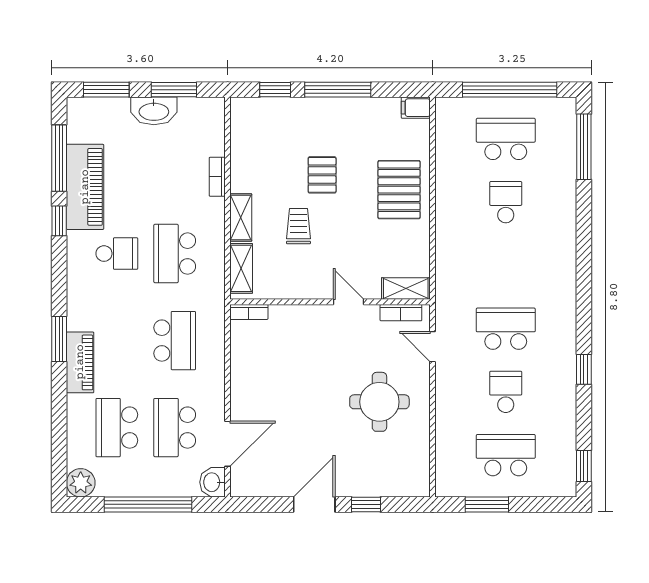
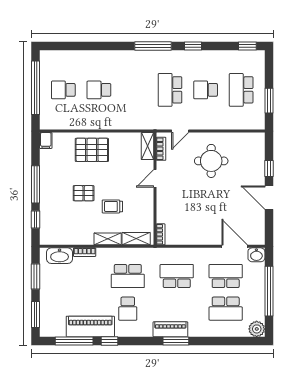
washbasin: (154, 111) -> (60, 256), moved, turned 90
school desk: (506, 139) -> (63, 90), width x0.54
window: (584, 147) -> (153, 46), moved
school desk: (117, 254) -> (128, 309), turned 180
piano: (80, 362) -> (170, 329), moved
school desk: (175, 428) -> (226, 276), turned 180

